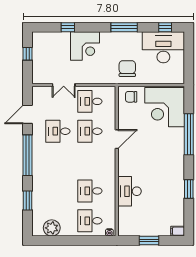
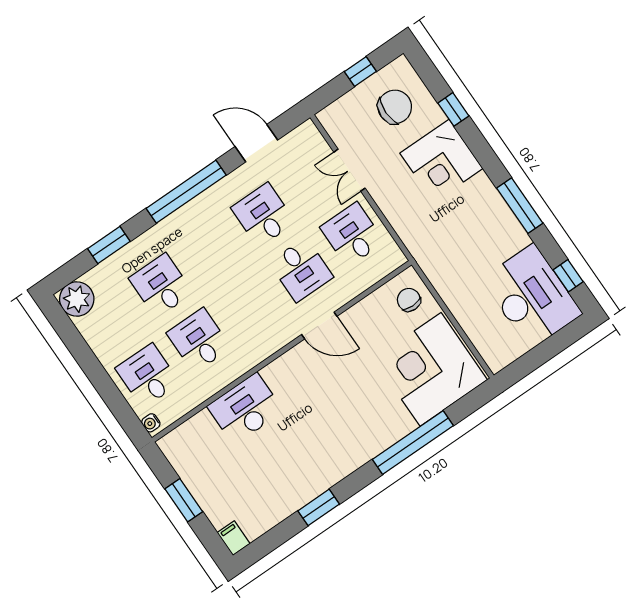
chair: (127, 69) -> (395, 107), moved
desk: (90, 131) -> (301, 270), turned 180
desk: (58, 191) -> (161, 286), added
plant: (52, 228) -> (77, 299), moved

